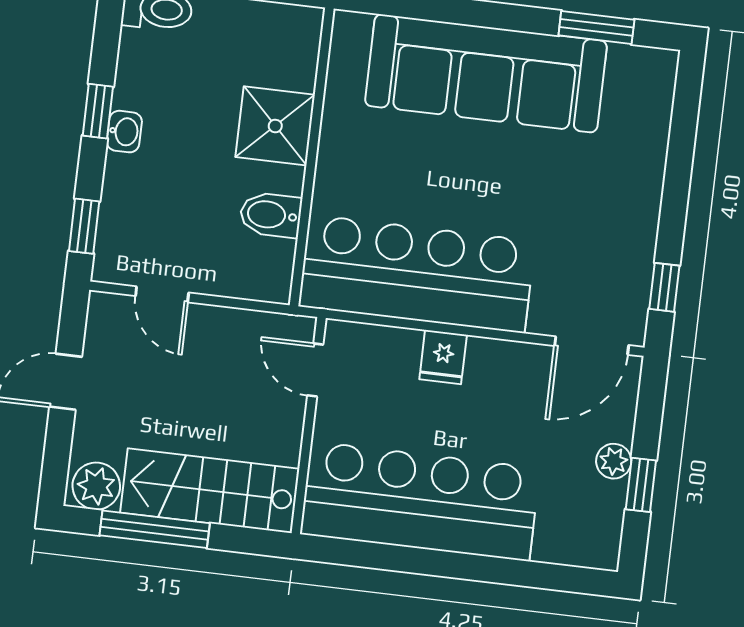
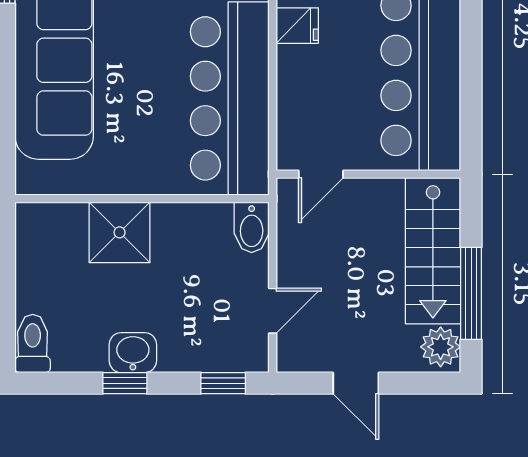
washbasin: (124, 132) -> (133, 353), width x1.38, depth x1.45
bidet: (271, 215) -> (252, 227), moved
fridge: (443, 357) -> (297, 26), moved

